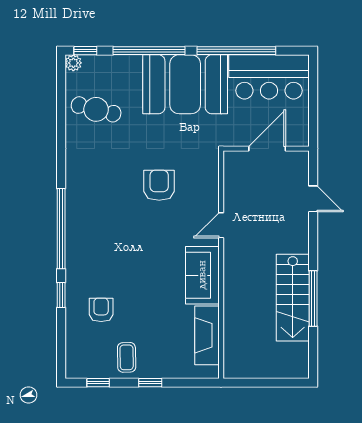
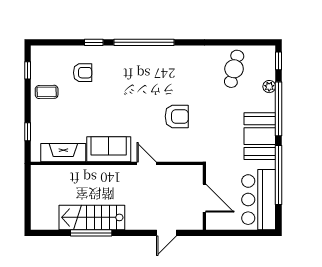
plant: (73, 63) -> (269, 87), moved
booth: (185, 84) -> (260, 136), width x0.73, depth x0.70
window: (150, 383) -> (28, 132), moved

